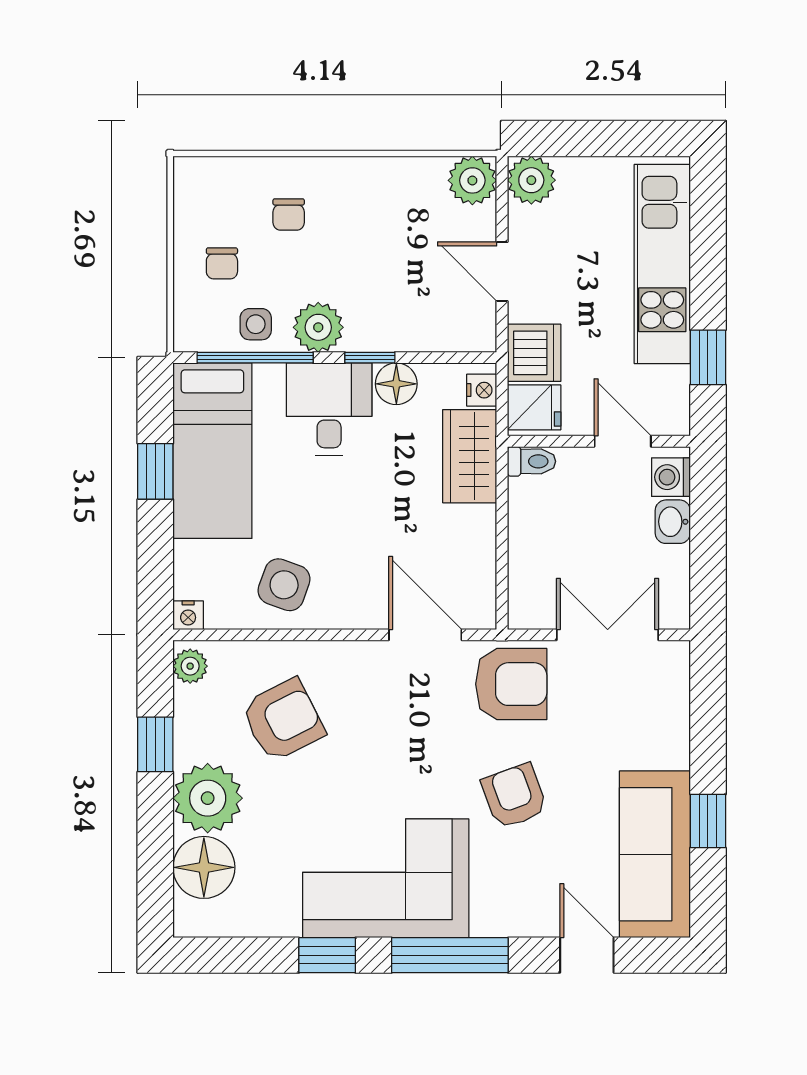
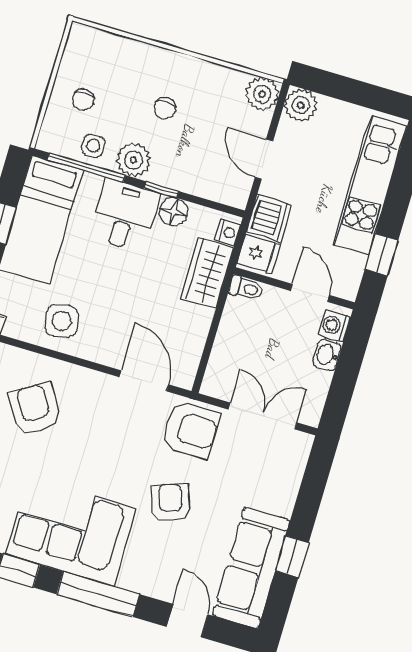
chair: (289, 214) -> (165, 108), moved
side table: (284, 585) -> (62, 321), turned -33
armchair: (283, 720) -> (35, 409), turned -95

